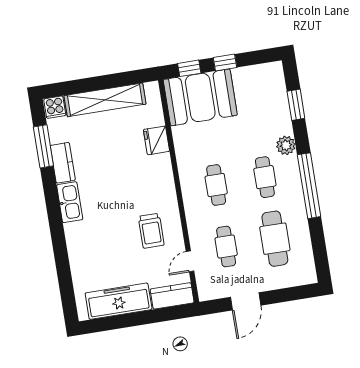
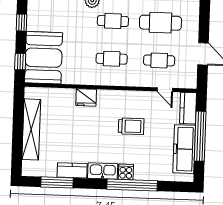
window: (225, 63) -> (22, 23), moved
cooker: (55, 107) -> (126, 172), moved, turned -90
fridge: (156, 140) -> (86, 97), moved
trolley: (151, 231) -> (131, 126), moved
window: (59, 243) -> (132, 185), added
window: (139, 319) -> (200, 136), added

